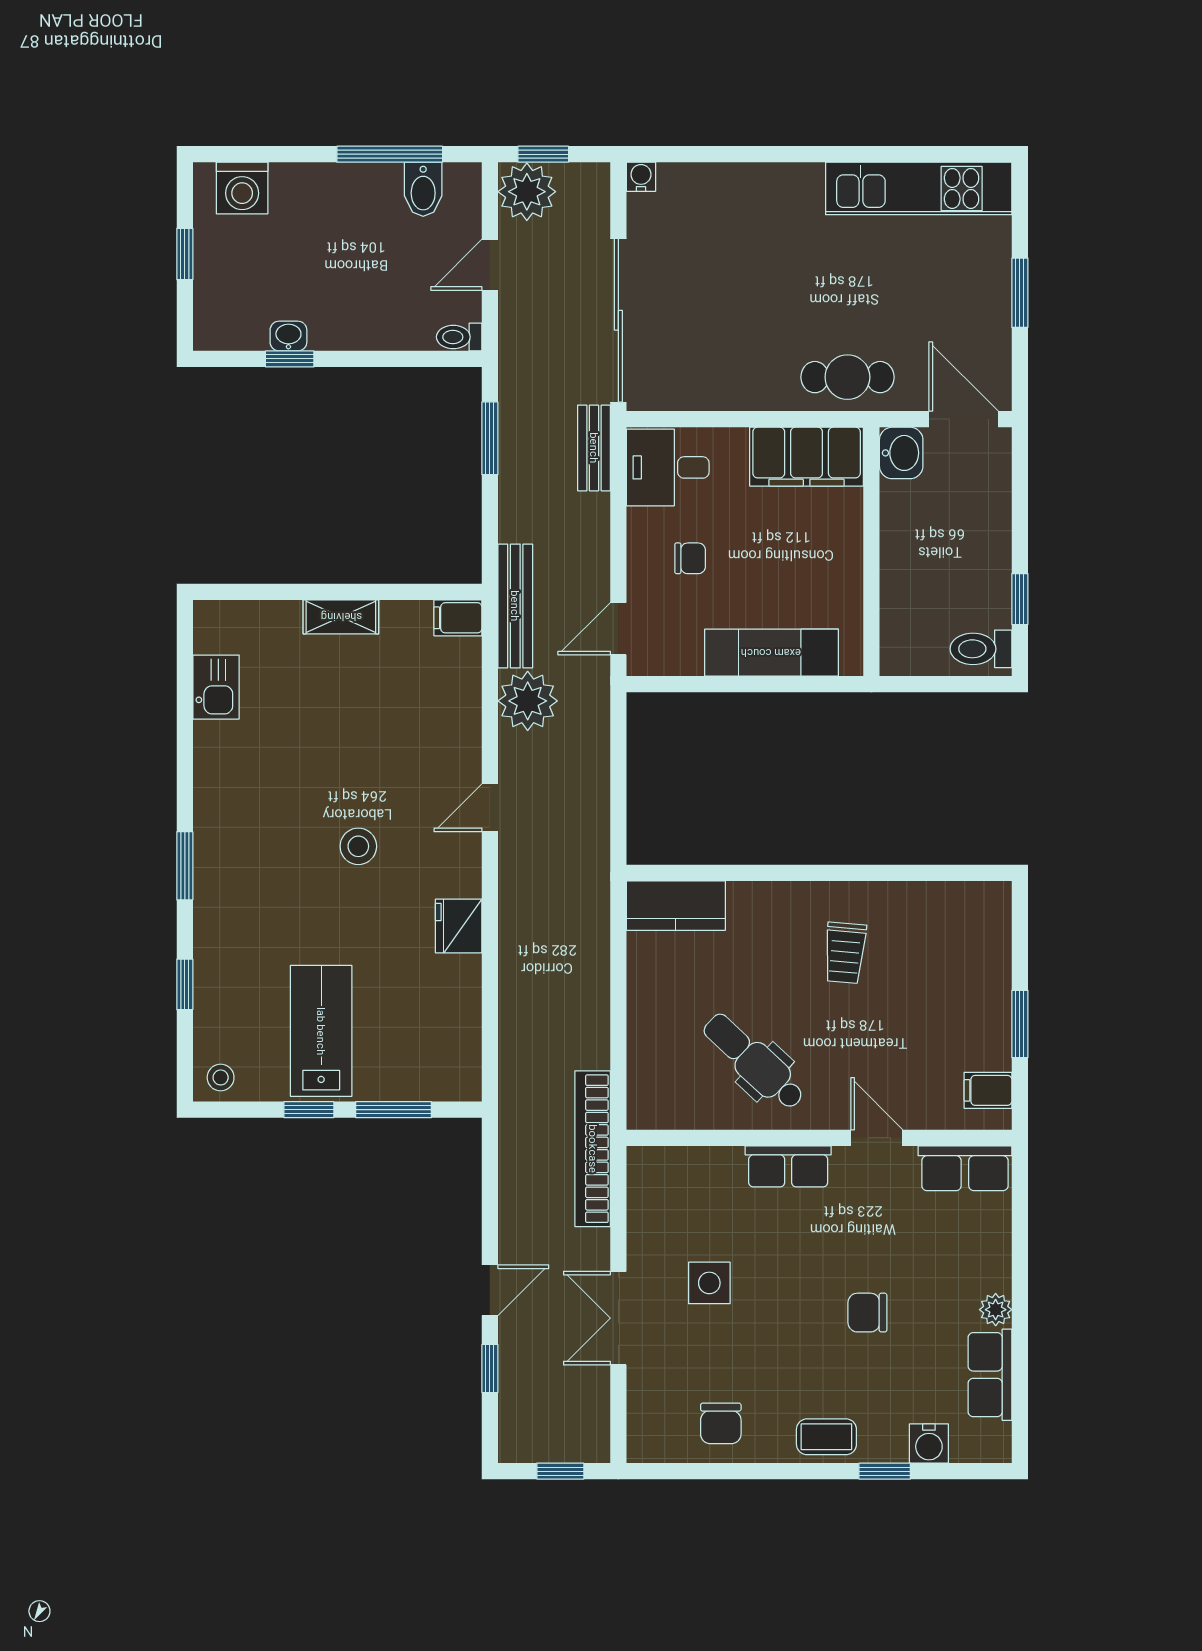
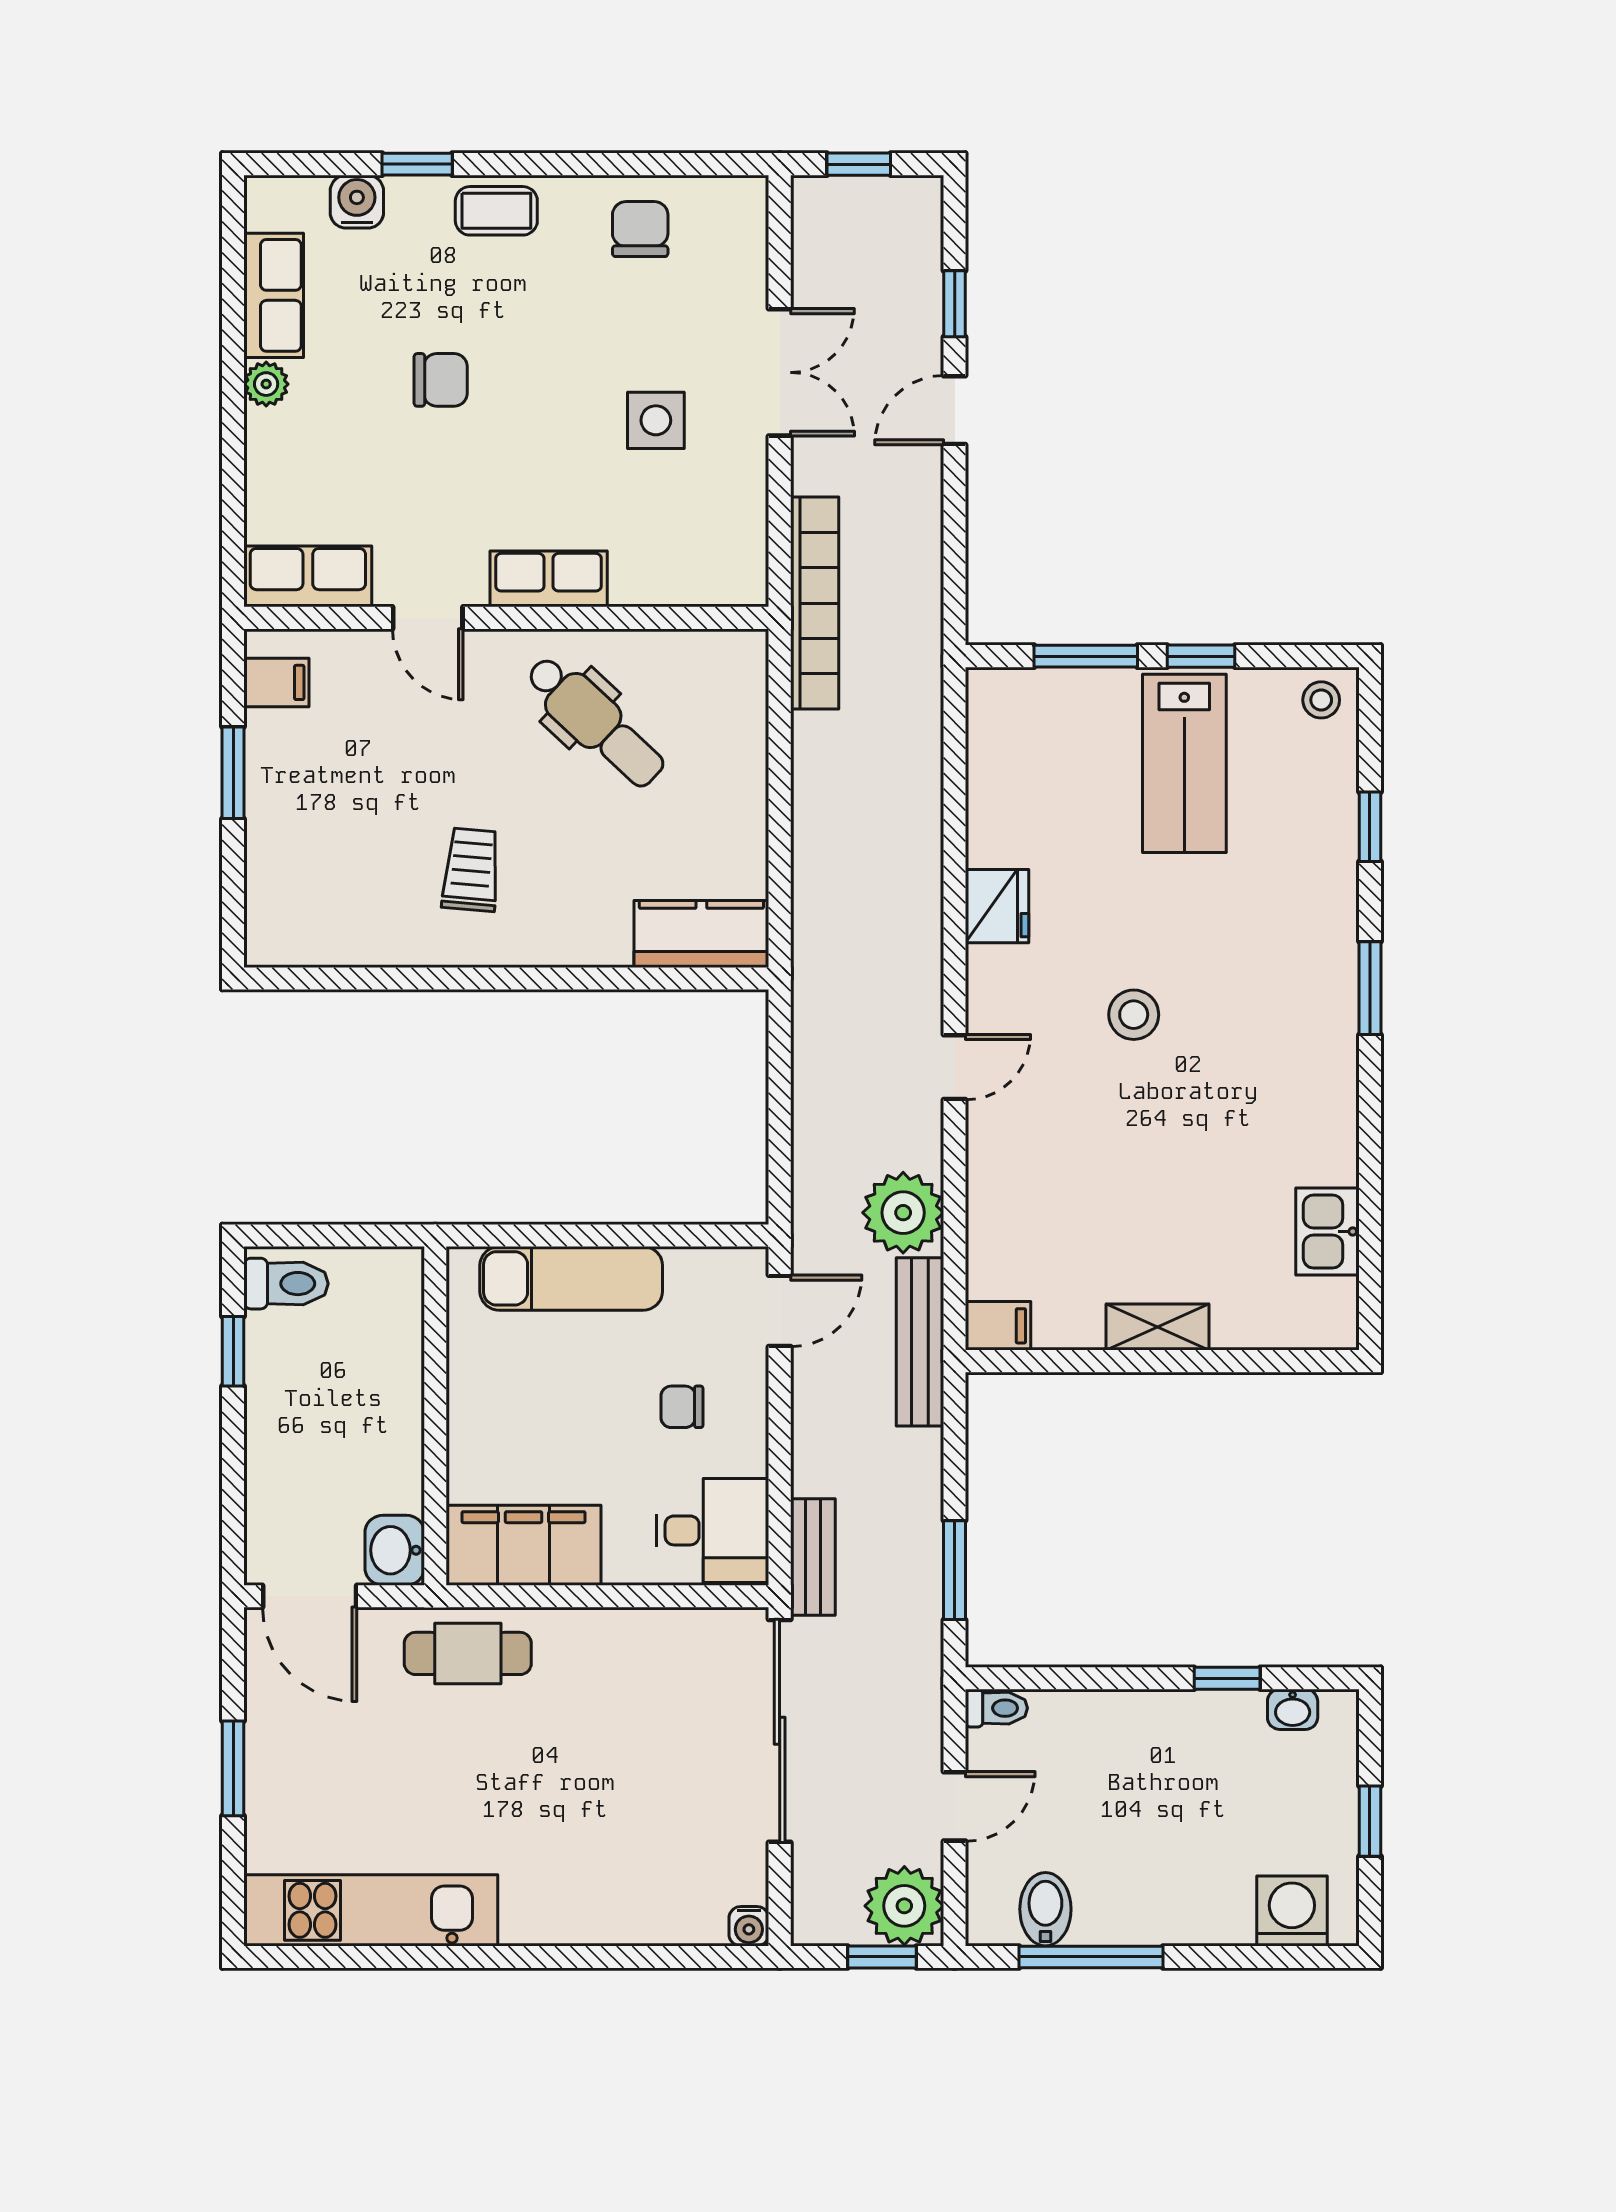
washbasin: (288, 336) -> (1293, 1709), moved

